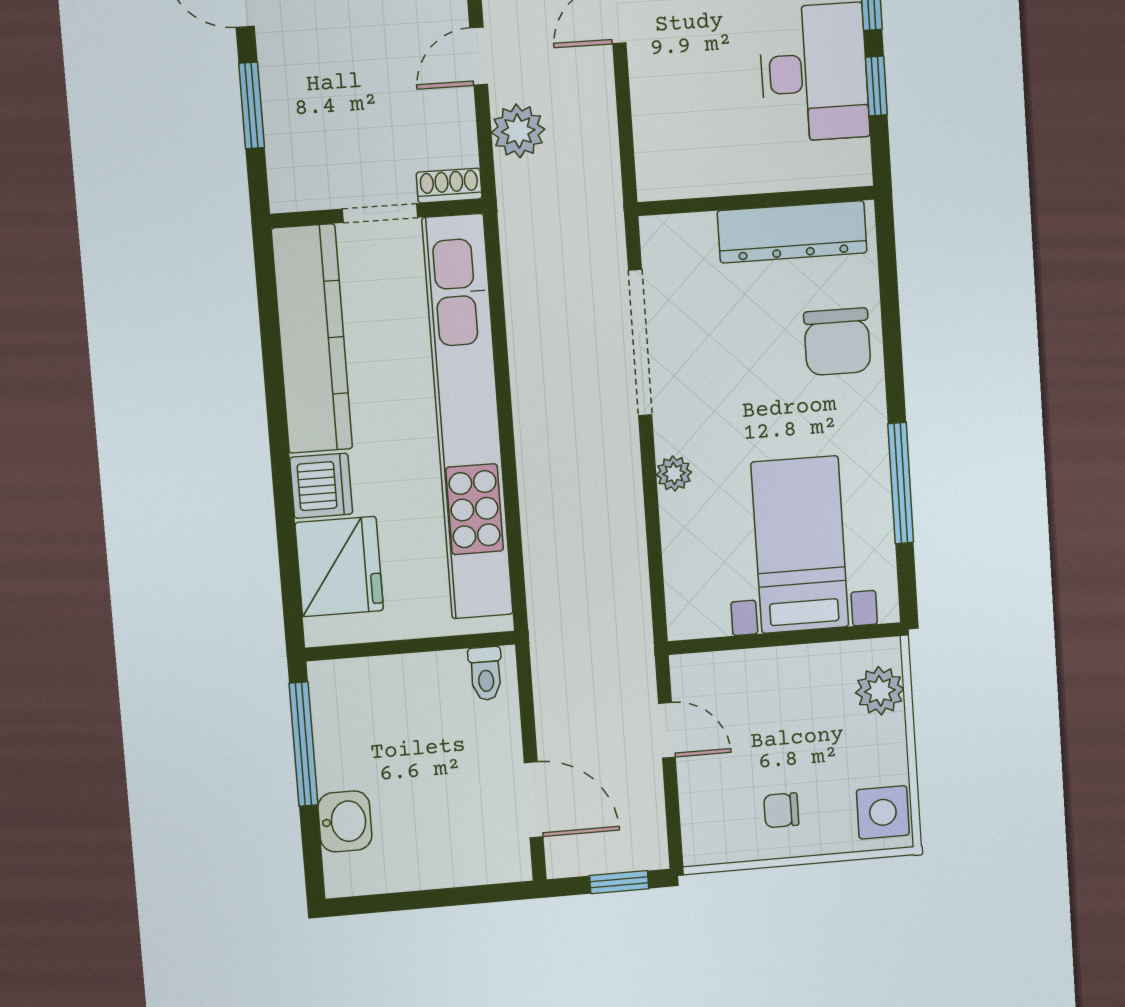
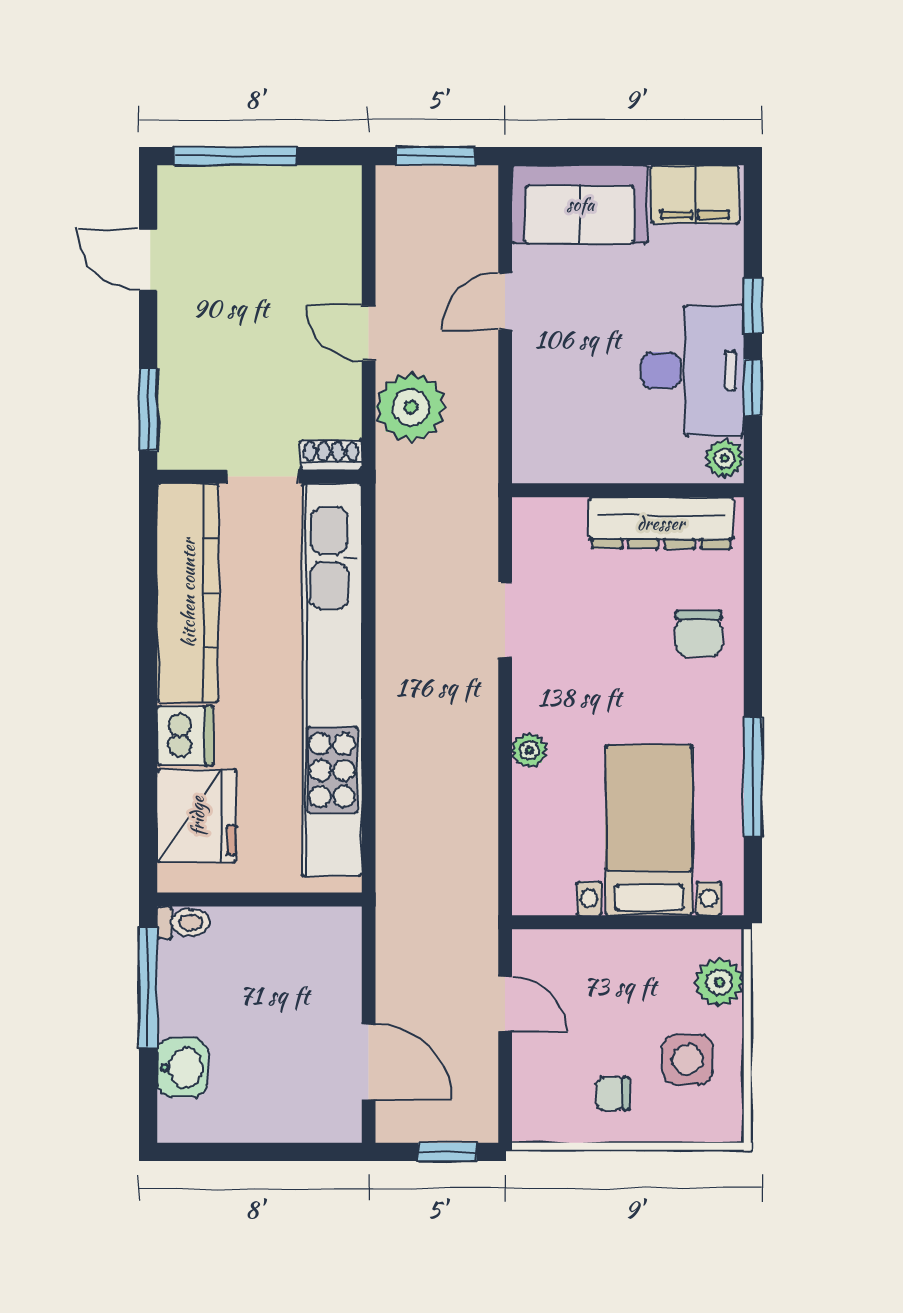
door: (479, 56) -> (369, 333), hinge flipped
window: (252, 105) -> (148, 410), moved
plant: (518, 131) -> (411, 407), width x1.36, depth x1.36
plant: (852, 161) -> (725, 458), added
chair: (837, 342) -> (699, 633), width x0.73, depth x0.73
doorway: (640, 343) -> (505, 620), width x0.53
toilet: (486, 673) -> (183, 922), moved, turned -90
side table: (883, 812) -> (688, 1060), moved

